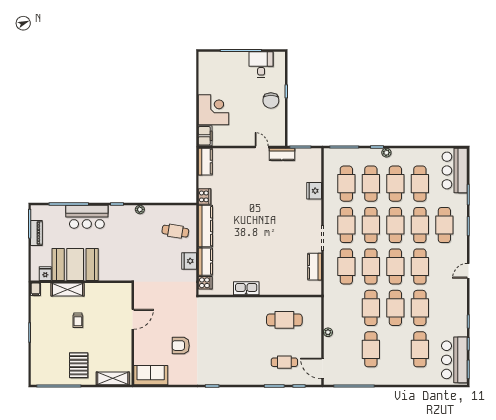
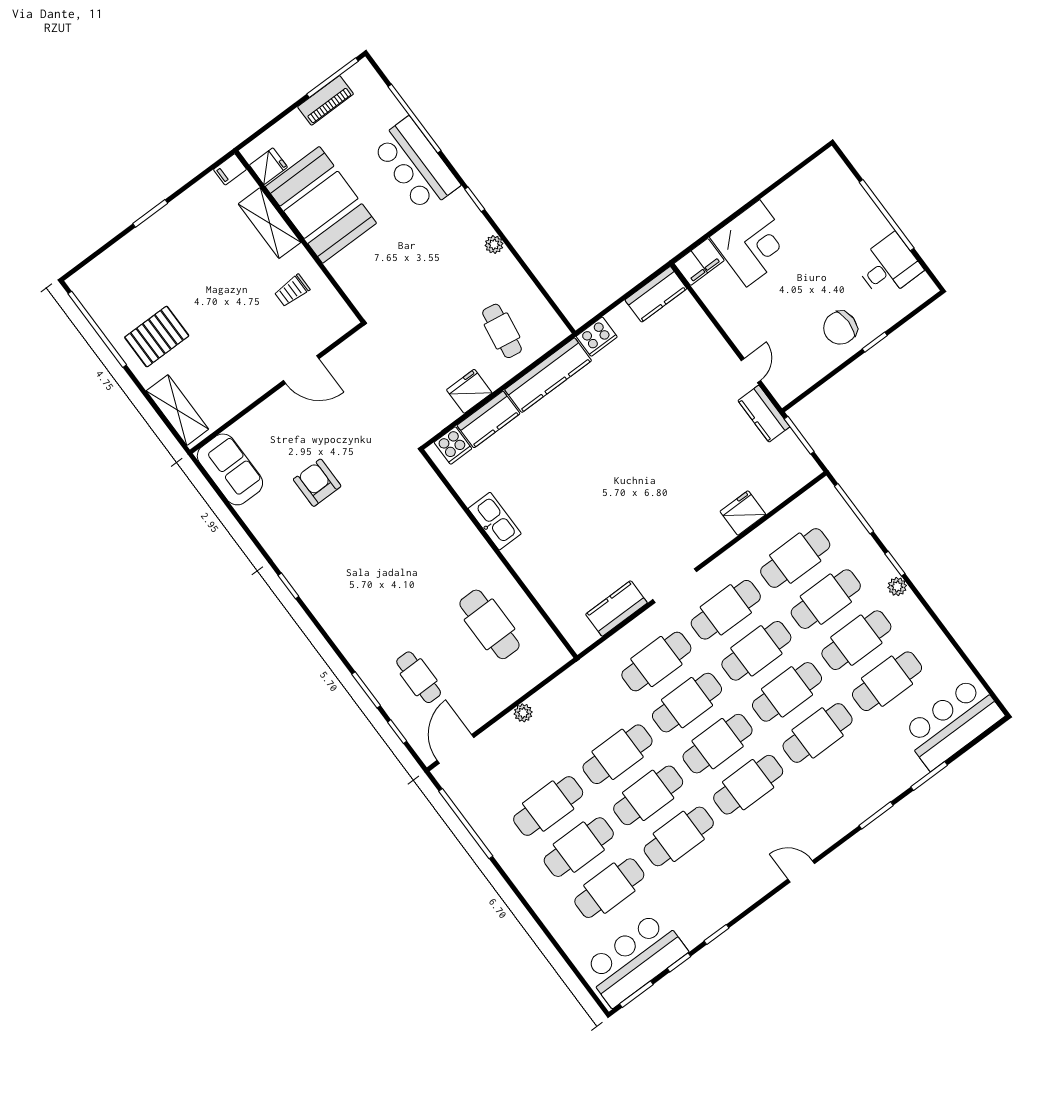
cafe table: (444, 225) -> (579, 847), moved
trolley: (78, 320) -> (292, 291), moved

